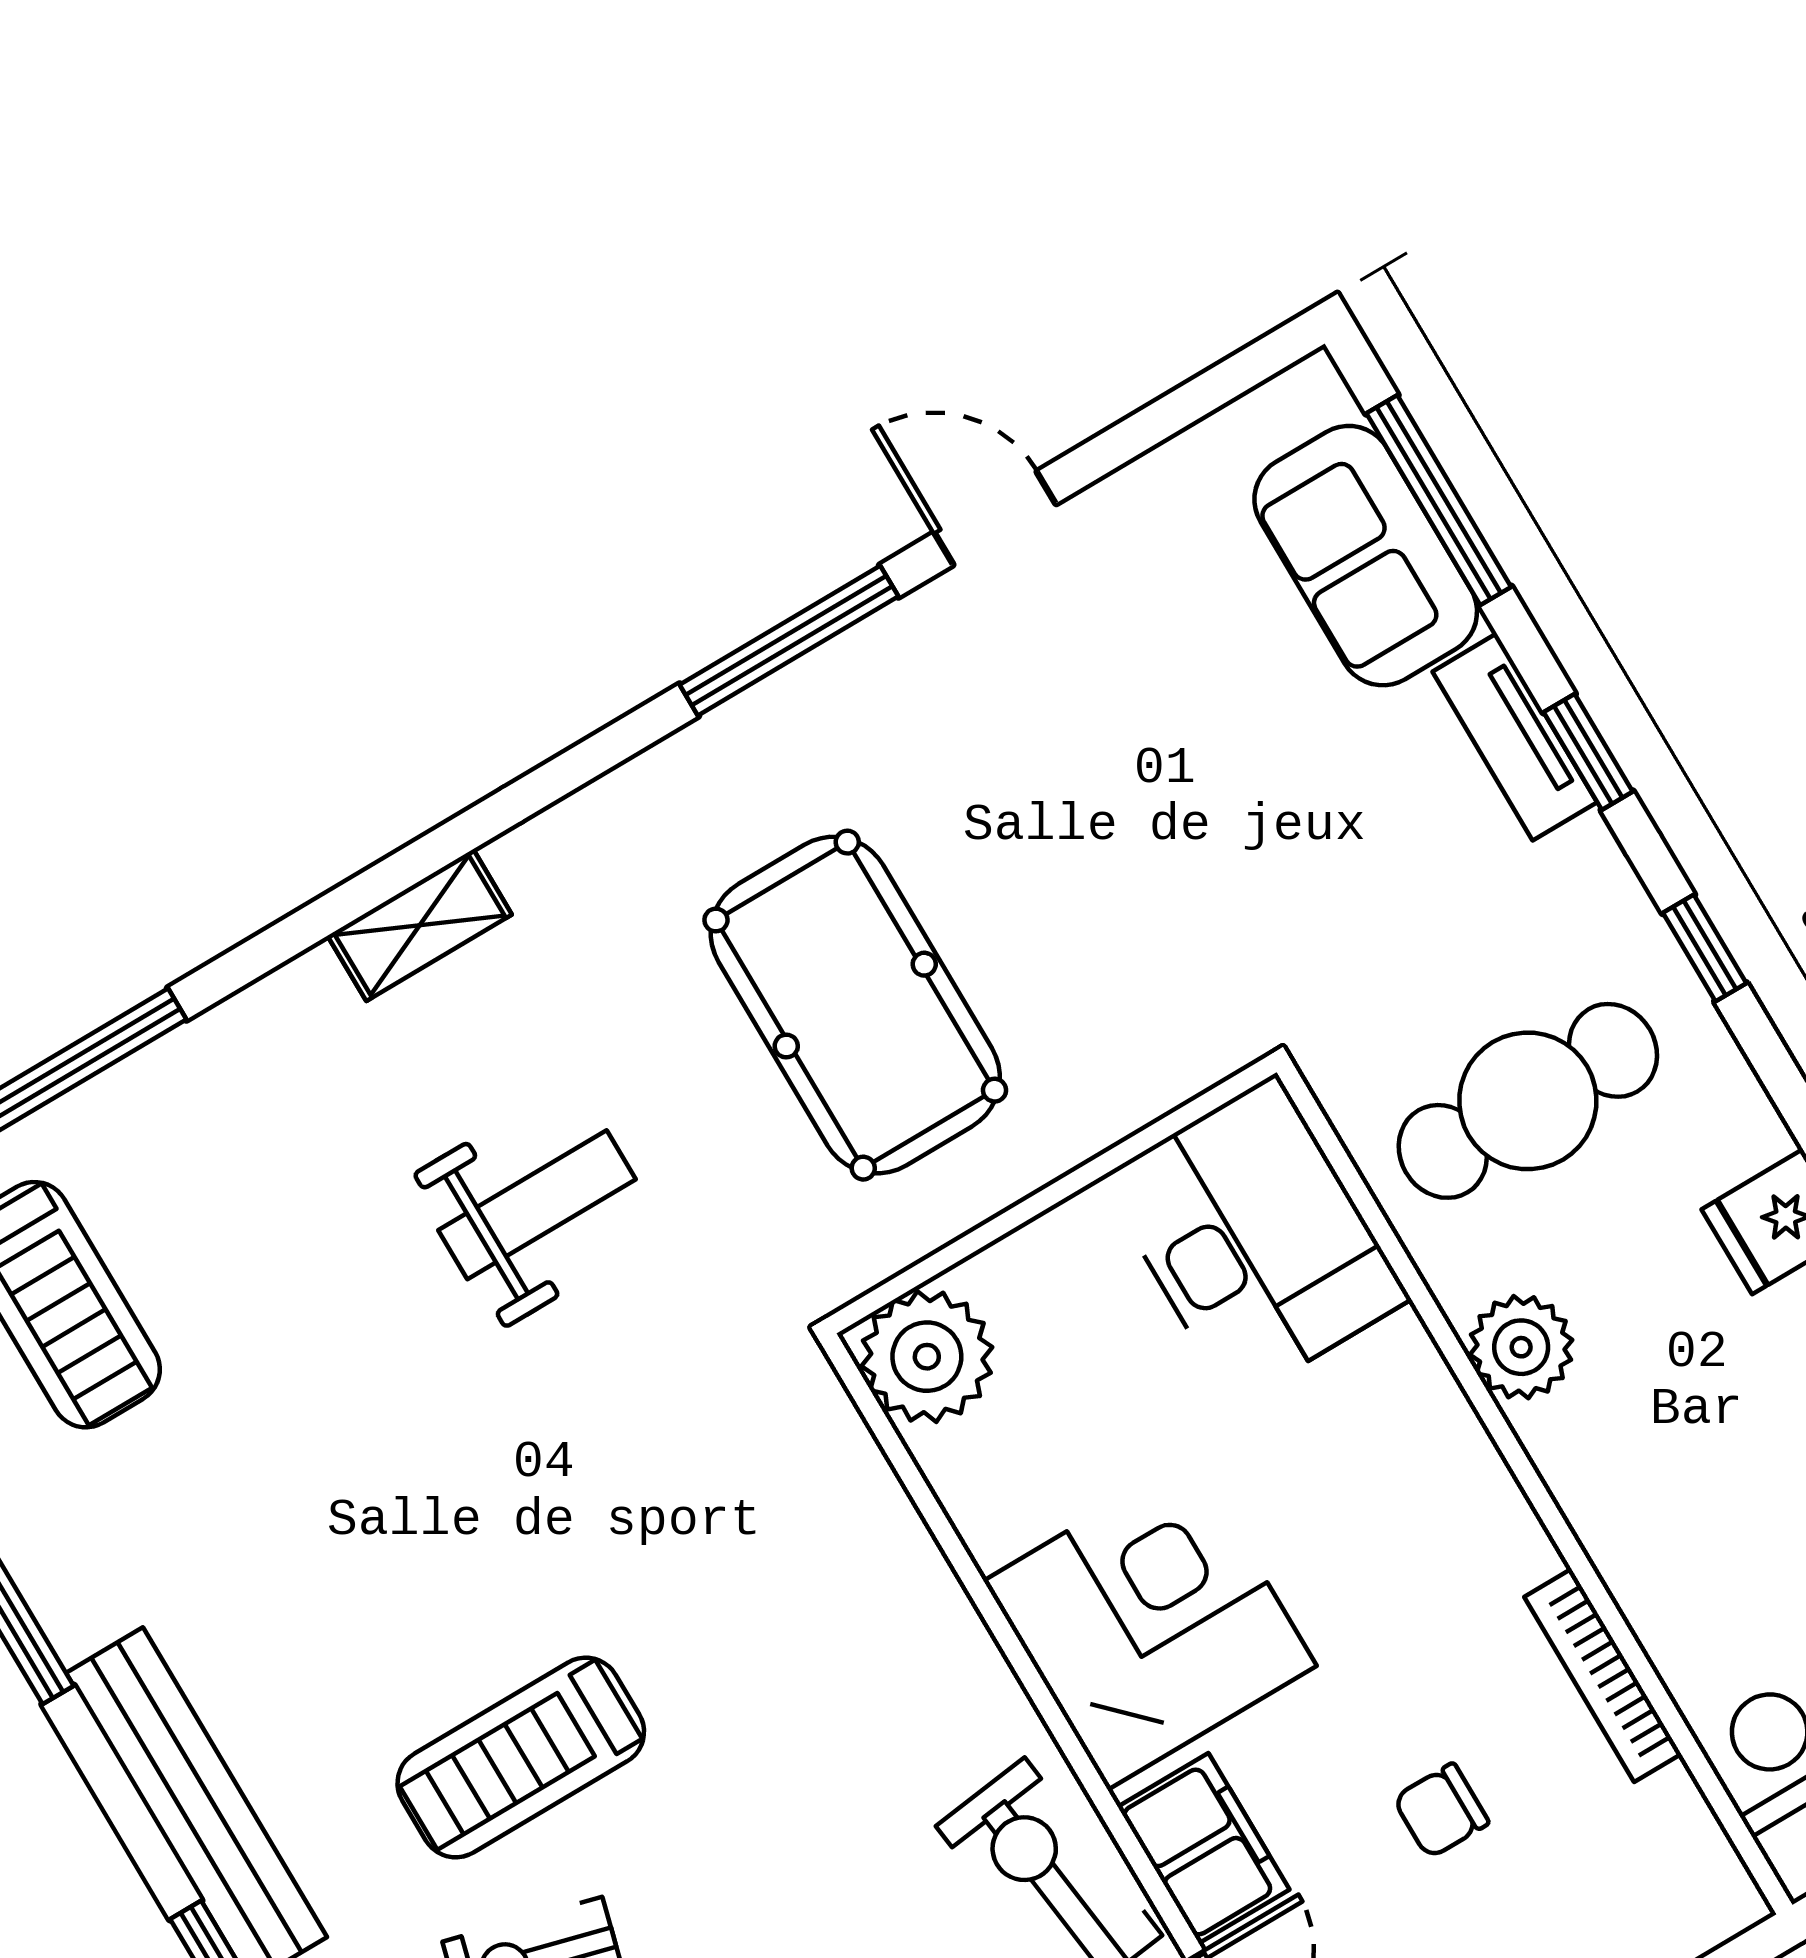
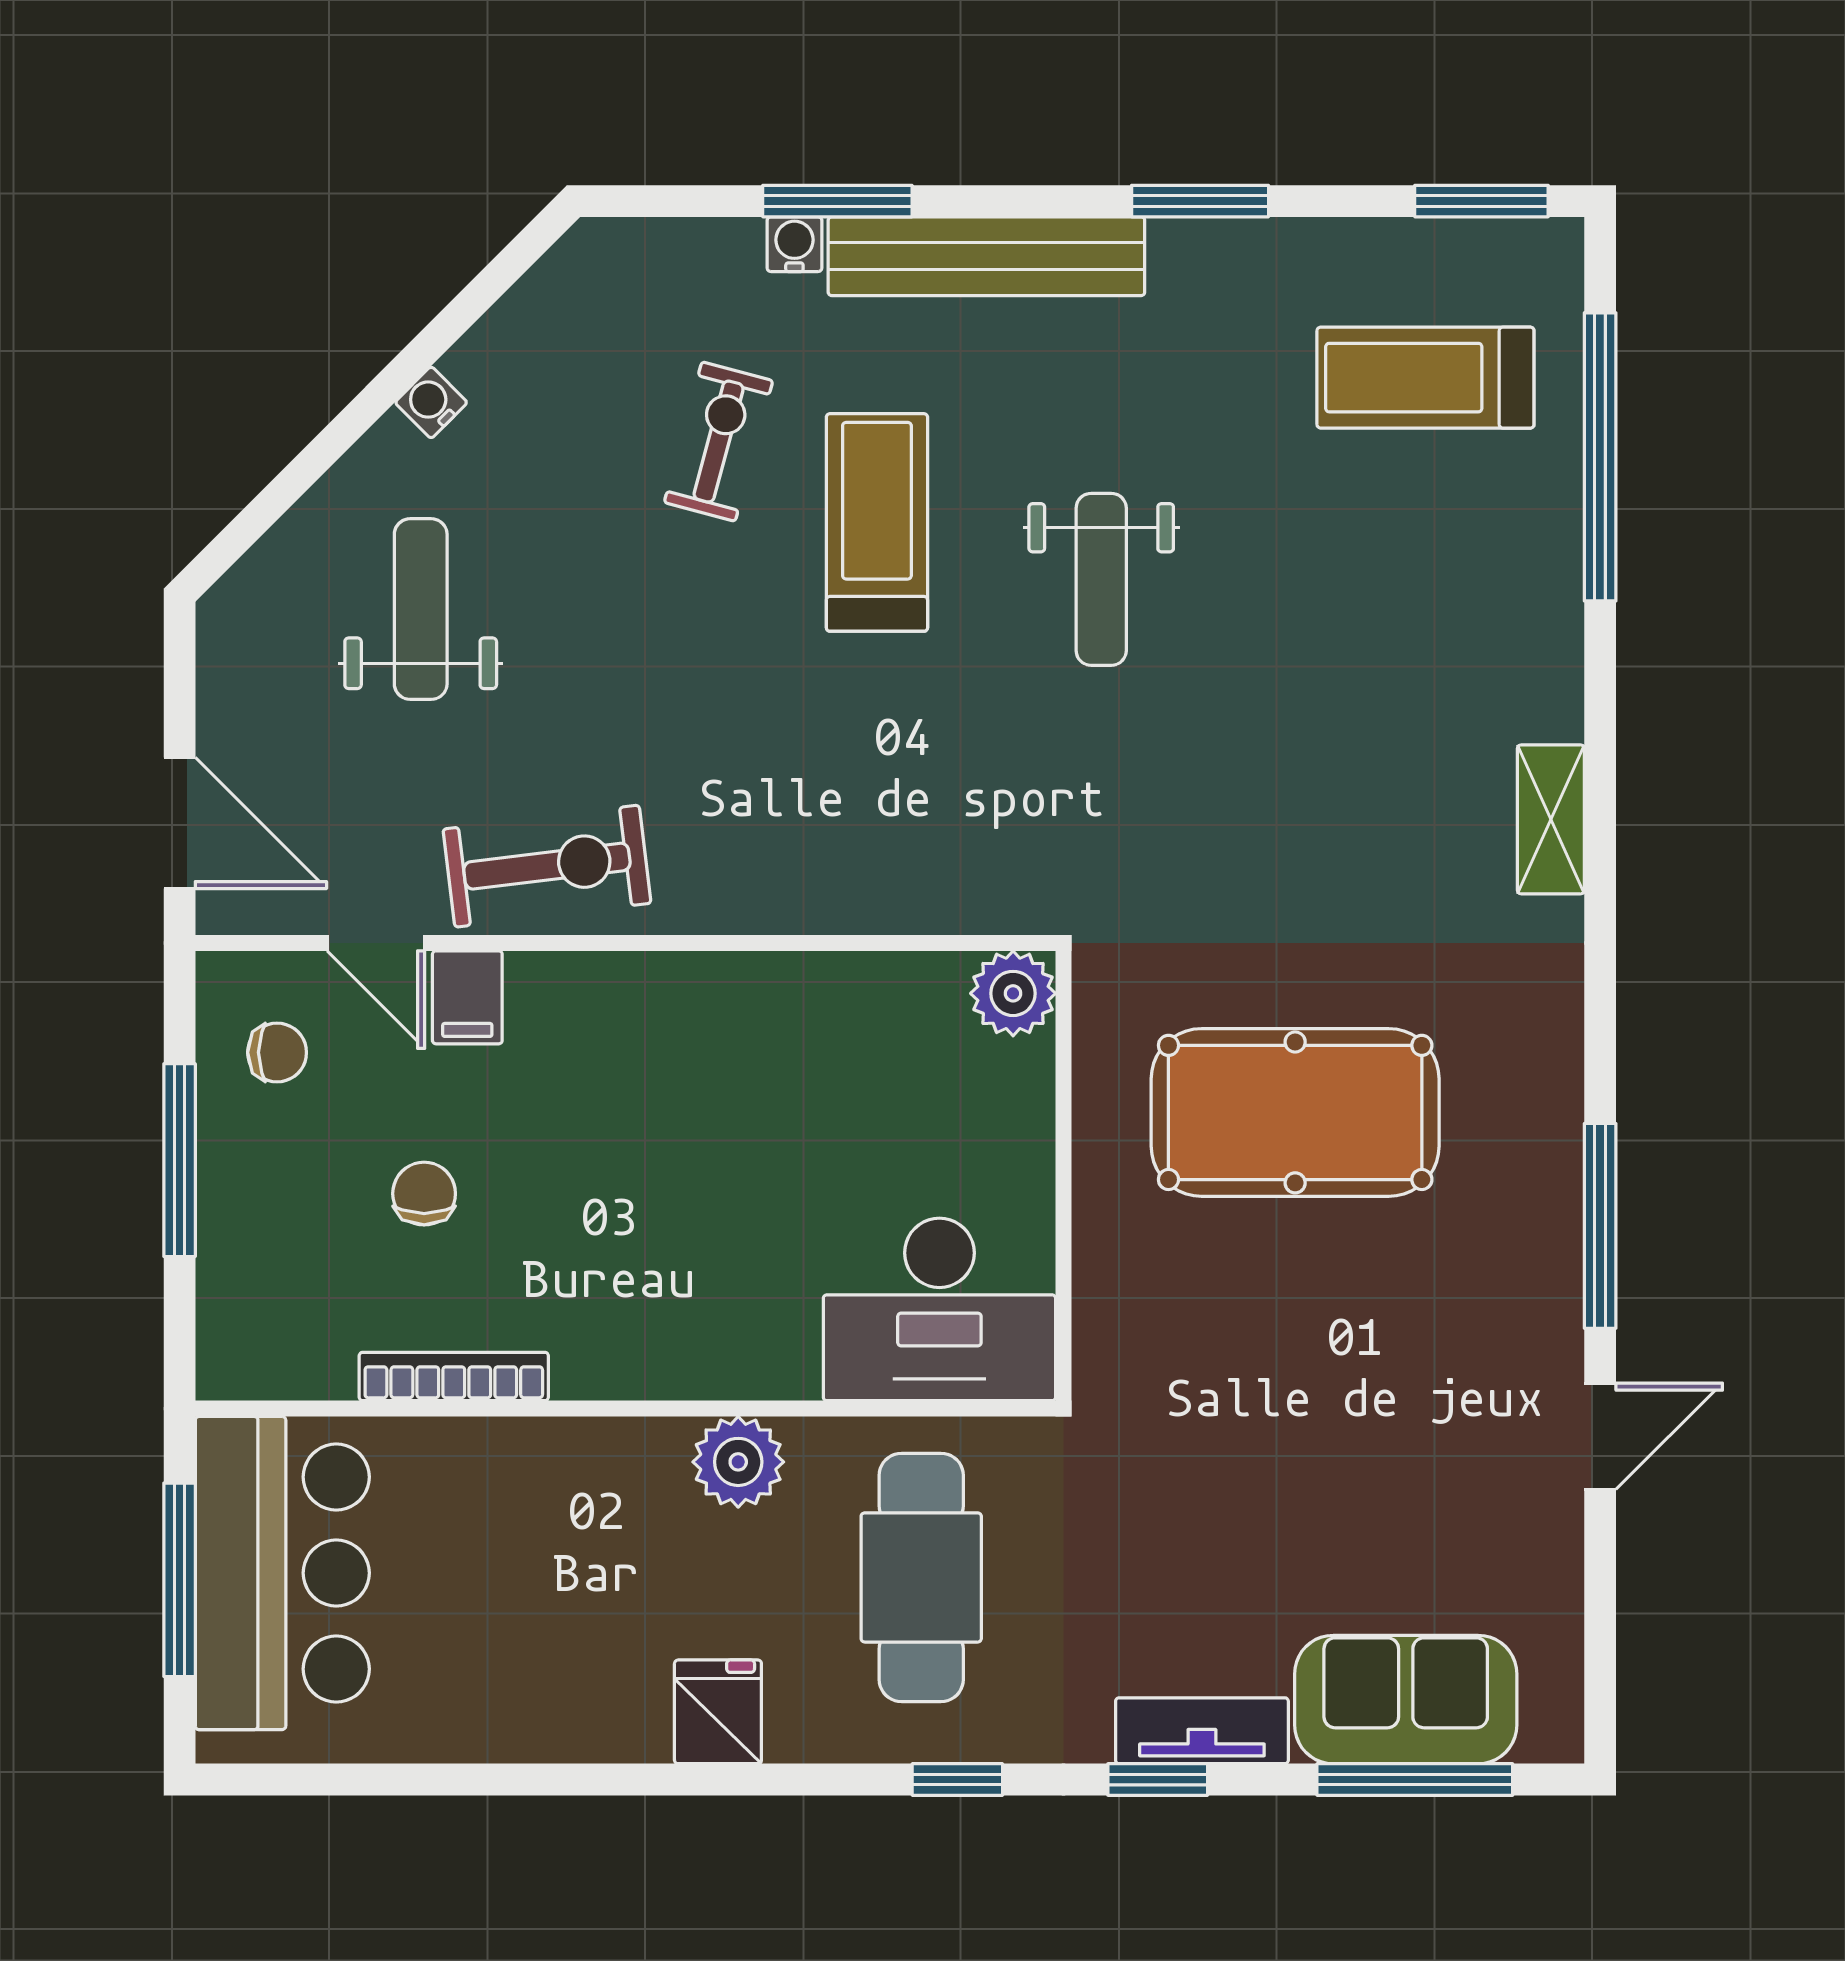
weight bench: (537, 1205) -> (1101, 579), moved
plant: (927, 1357) -> (1013, 993), width x0.73, depth x0.73
corner desk: (1150, 1623) -> (696, 1058), removed
filing cabinet: (1203, 1848) -> (467, 997), width x0.50

